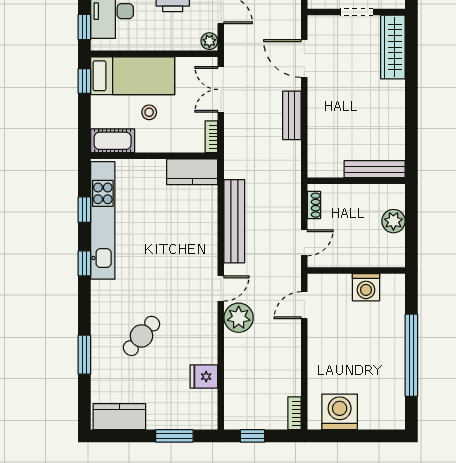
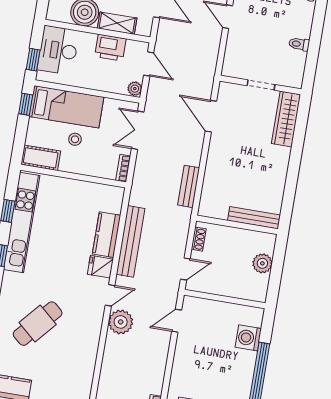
bench: (292, 115) -> (189, 186), moved
kitchen counter: (192, 172) -> (107, 235), moved, turned 90
washing machine: (366, 287) -> (248, 338), moved, turned 90
cafe table: (141, 336) -> (38, 324), width x1.37, depth x1.35
fridge: (204, 377) -> (100, 267), moved

